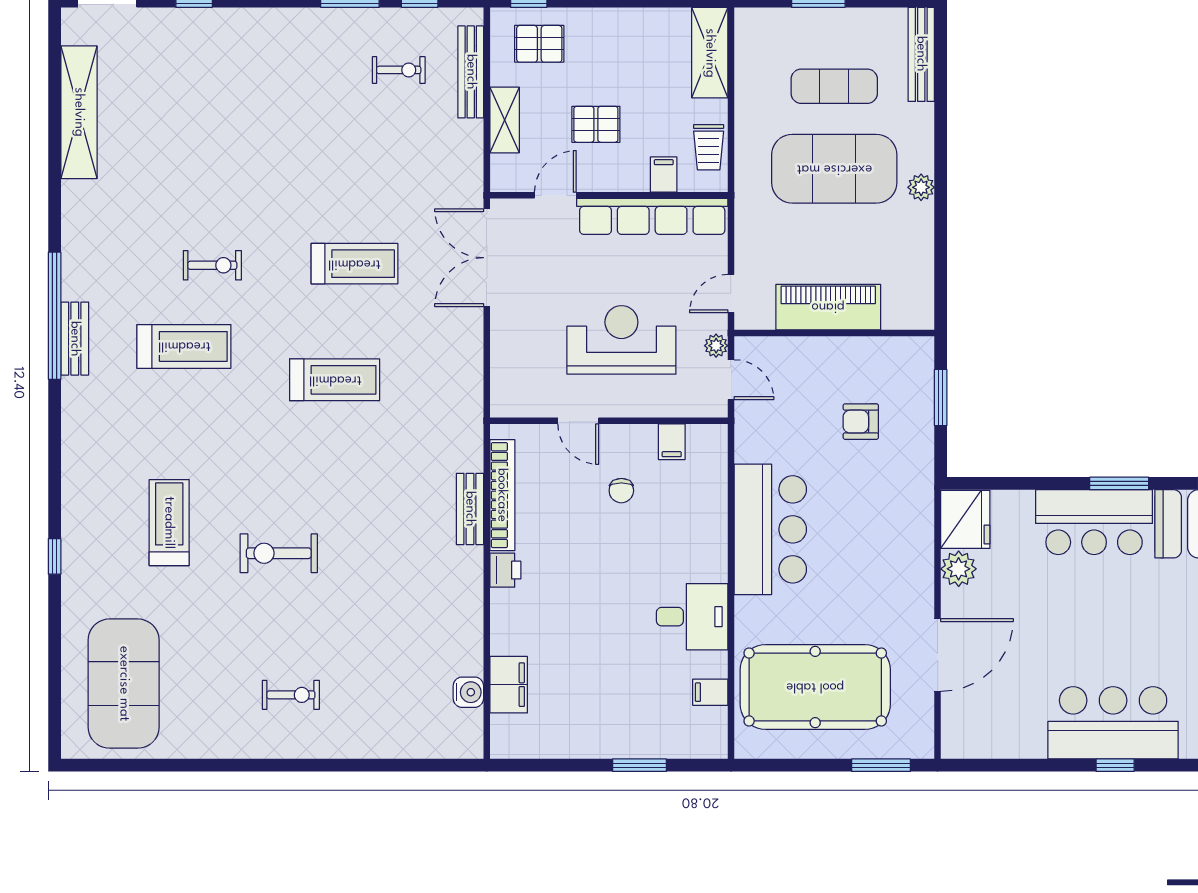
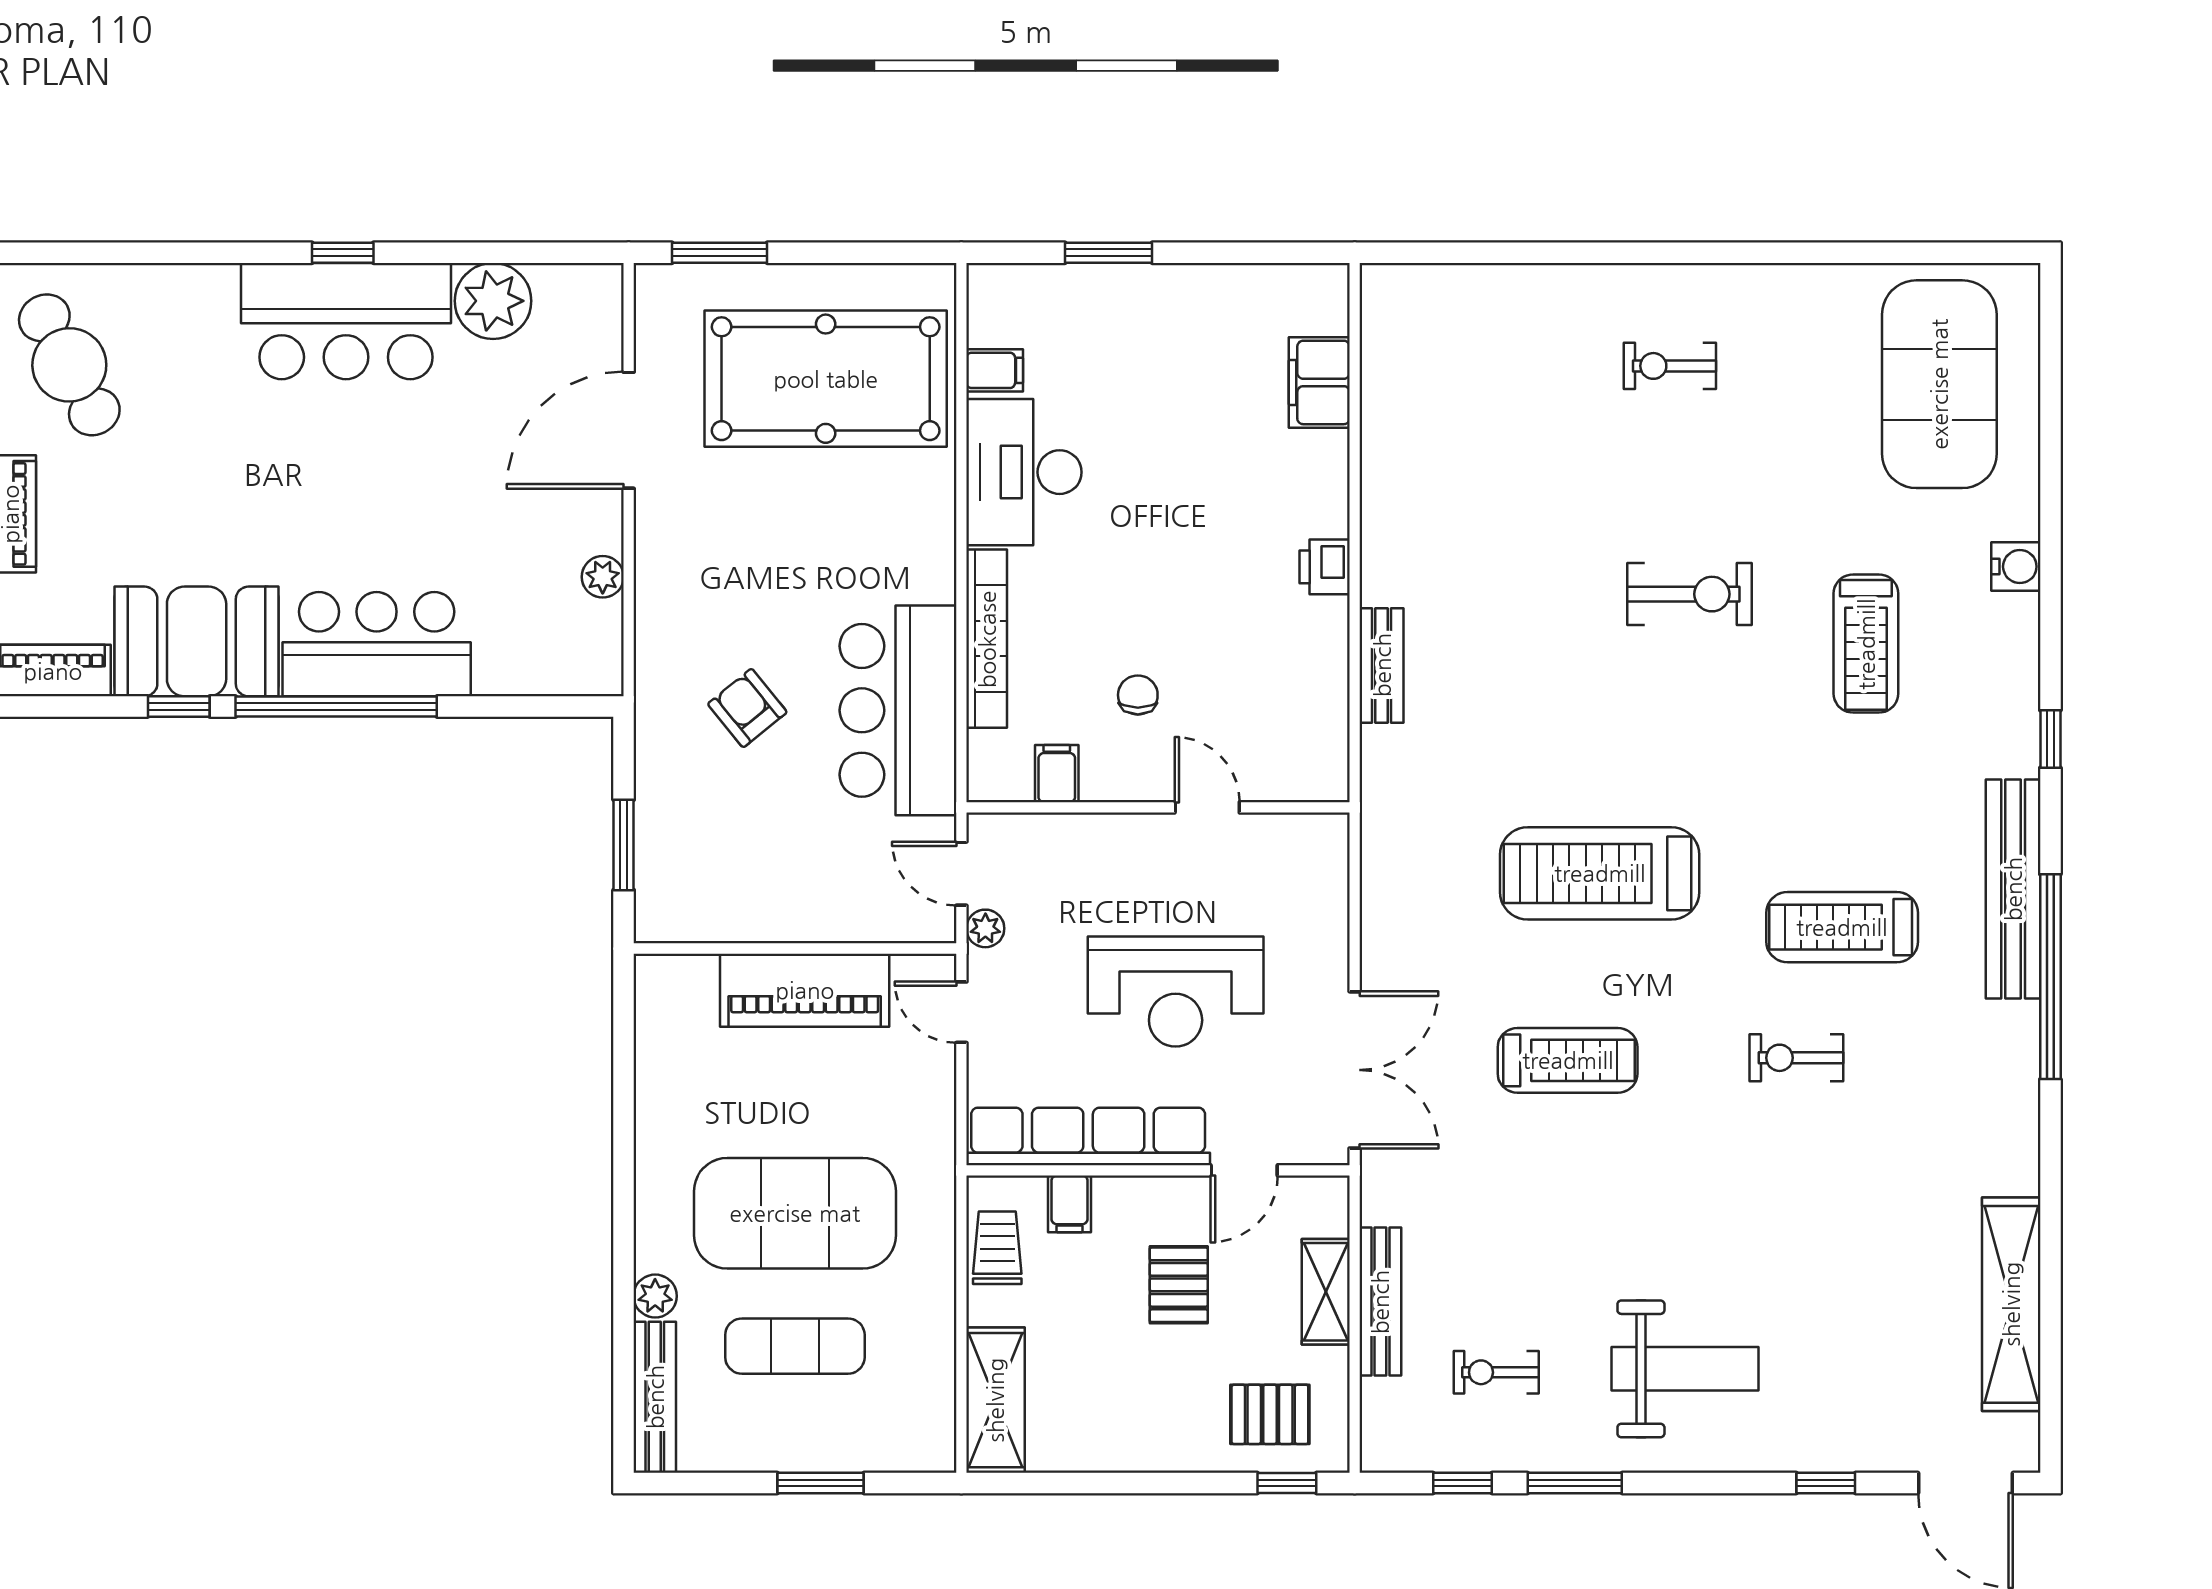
weight bench: (282, 72) -> (1685, 1369), added
bench: (471, 72) -> (1380, 1302), moved
pallet: (596, 124) -> (1179, 1285), turned 90
plant: (921, 187) -> (655, 1296), moved
treadmill: (354, 264) -> (1568, 1060), turned 180
door: (731, 294) -> (961, 1012), swing flipped
bench: (75, 339) -> (2013, 889), width x1.86, depth x1.21
reception desk: (621, 340) -> (1176, 991), moved
treadmill: (335, 380) -> (1600, 873), width x1.37, depth x1.38
armchair: (861, 422) -> (747, 708), moved, turned -129
window: (1119, 483) -> (336, 707), width x2.11
bookcase: (502, 495) -> (987, 639), moved, turned 180
fridge: (965, 519) -> (584, 649), removed
bar counter: (770, 529) -> (898, 710), moved
window: (55, 556) -> (2050, 739), moved
plant: (959, 569) -> (603, 577), width x0.73, depth x0.73
desk: (692, 617) -> (1024, 472), width x1.37
water cooler: (468, 692) -> (2016, 567), moved, turned 180
plant: (1022, 735) -> (493, 301), added

